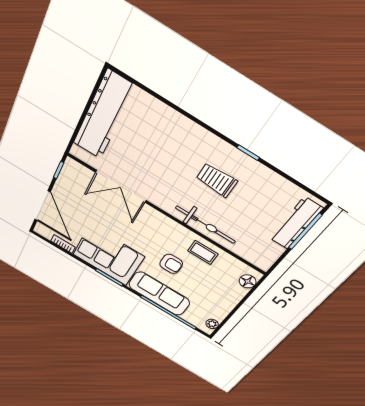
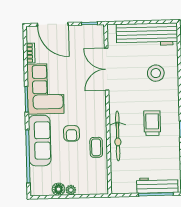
stool: (158, 136) -> (156, 73), added
door: (42, 206) -> (53, 24), hinge flipped
floor lamp: (248, 281) -> (59, 189), moved
plant: (212, 324) -> (71, 190), moved

